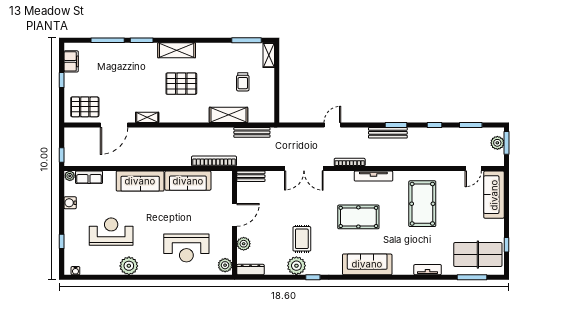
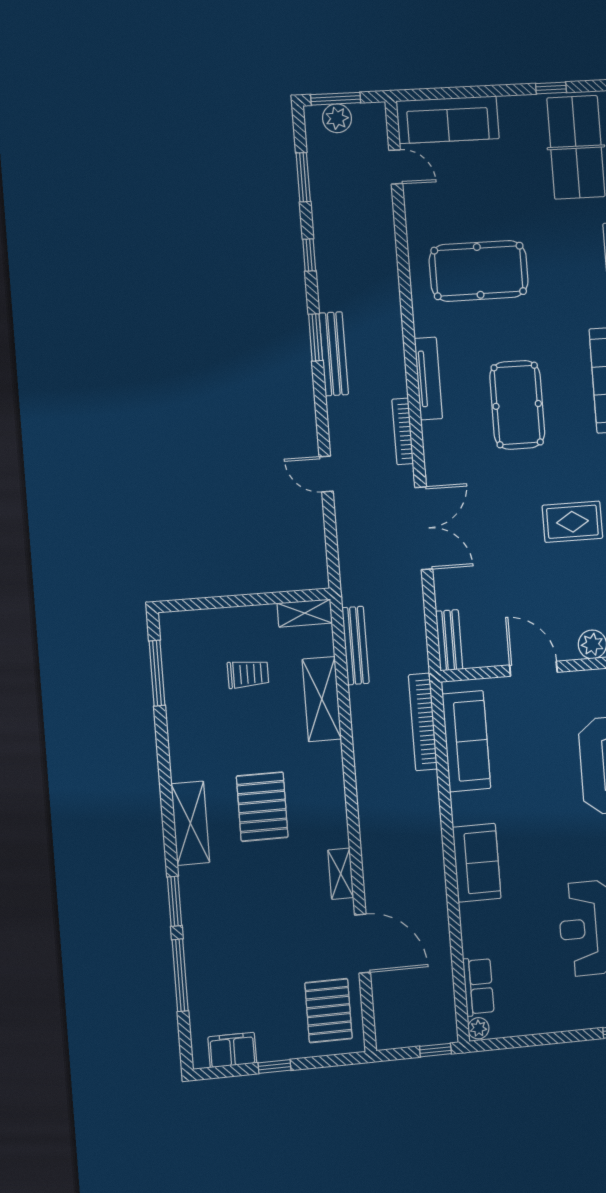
shelving: (269, 55) -> (305, 613), moved
sofa: (140, 181) -> (477, 863), width x0.73
sofa: (188, 181) -> (466, 741), moved
water cooler: (70, 203) -> (535, 1022), removed

